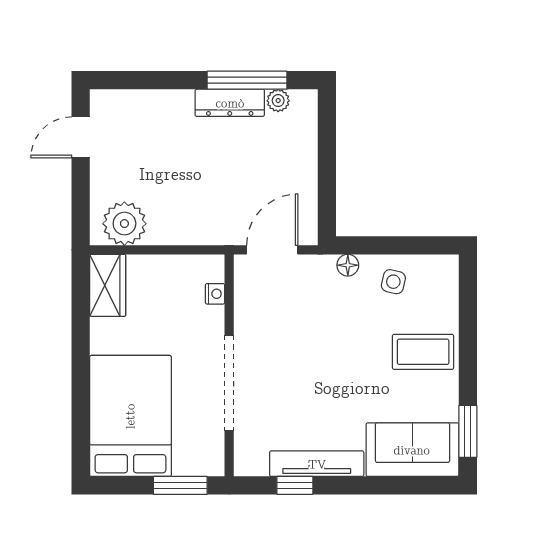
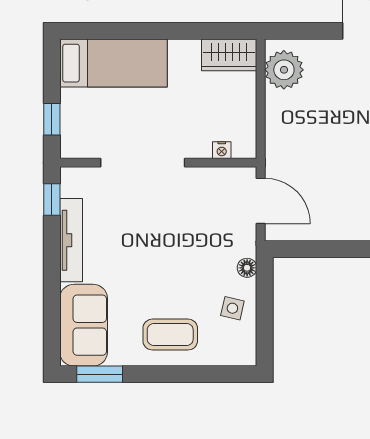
coffee table: (423, 352) -> (170, 335), turned 90
bed: (130, 416) -> (113, 63), width x0.67
window: (180, 485) -> (52, 119), width x0.67
window: (295, 485) -> (52, 200), moved

